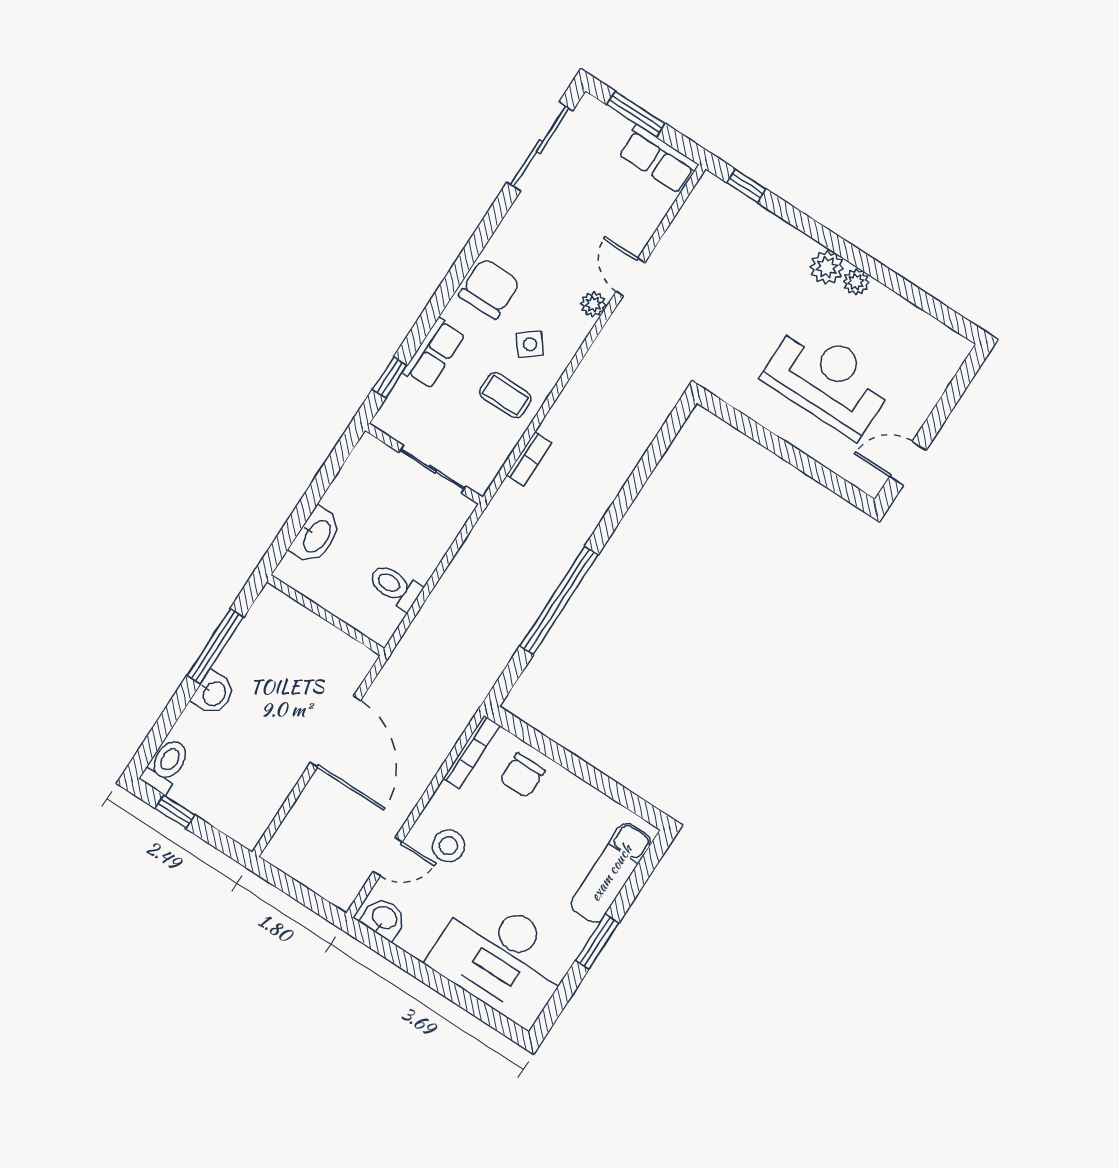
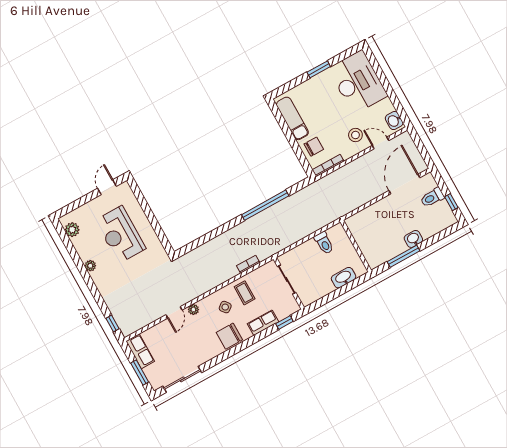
plant: (827, 267) -> (72, 230), moved
door: (908, 463) -> (107, 187), swing flipped
door: (335, 732) -> (404, 184), moved
toilet: (166, 765) -> (432, 197), moved
exam couch: (611, 873) -> (292, 118), moved, turned -90

